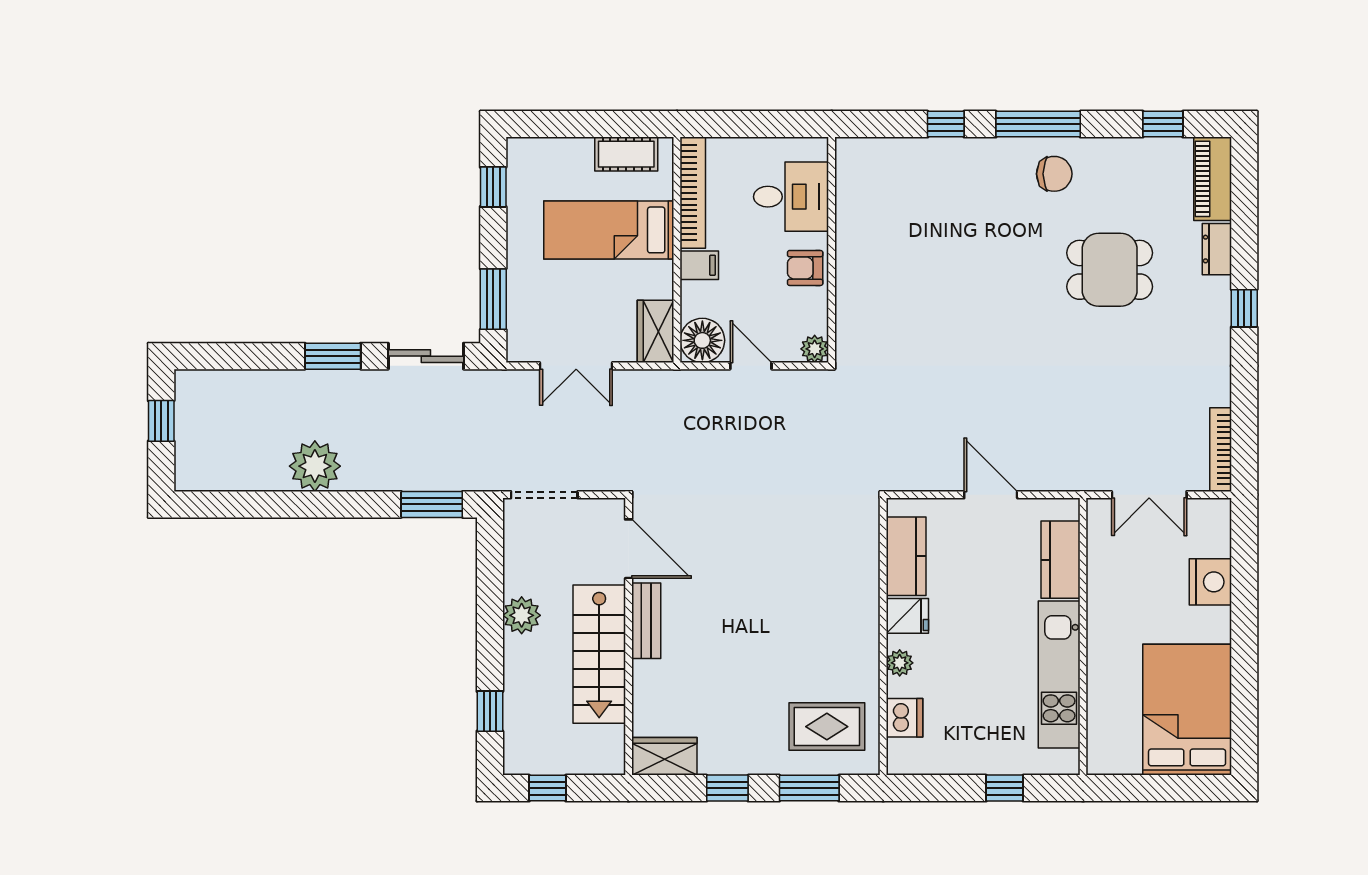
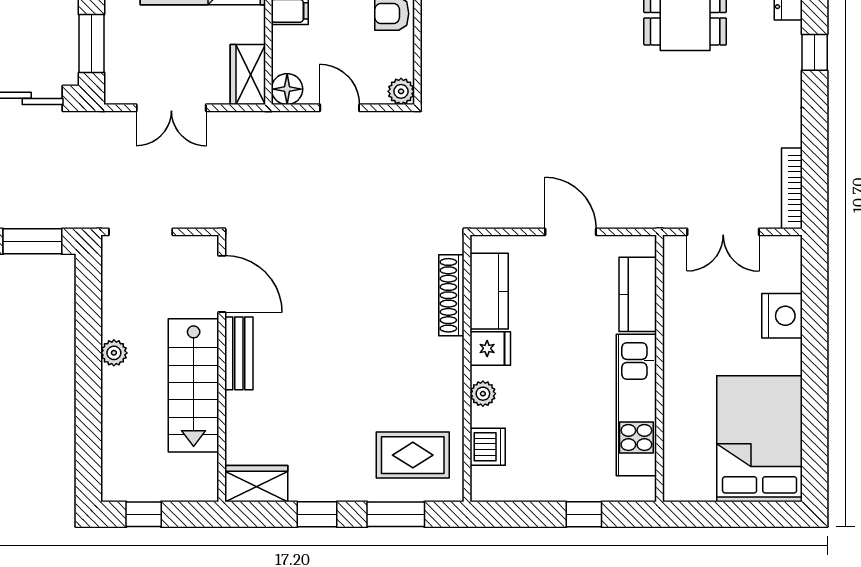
floor lamp: (702, 340) -> (287, 89), width x0.73, depth x0.73
shoe rack: (867, 561) -> (451, 295), added
plant: (522, 615) -> (114, 353), width x0.73, depth x0.73
window: (490, 711) -> (88, 440), removed

